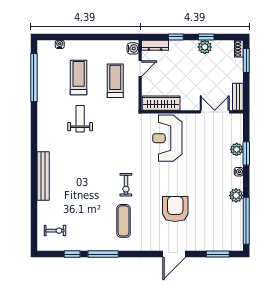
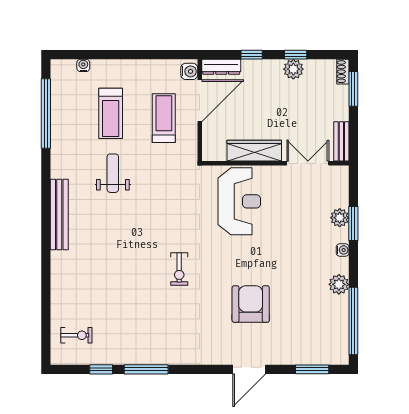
door: (140, 69) -> (200, 101), width x1.87
treadmill: (79, 77) -> (111, 113), turned 180
wardrobe: (161, 103) -> (254, 151), moved
reception desk: (167, 138) -> (239, 201), turned 180
bench: (43, 176) -> (59, 214), moved
exercise mat: (123, 221) -> (176, 321), removed

